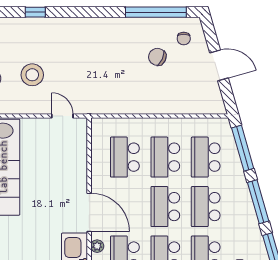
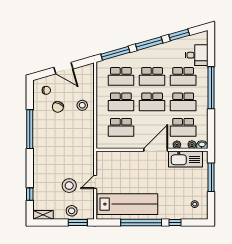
window: (35, 12) -> (30, 194), moved
window: (156, 12) -> (30, 129), moved
door: (219, 65) -> (63, 68), swing flipped
stool: (160, 96) -> (82, 105), added
door: (62, 116) -> (95, 182), moved

